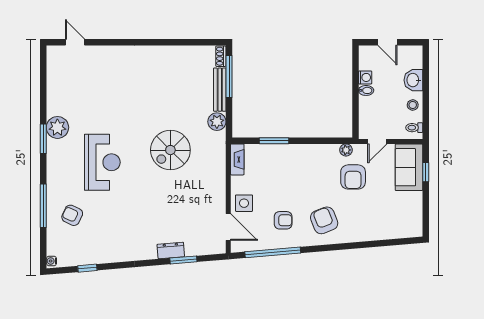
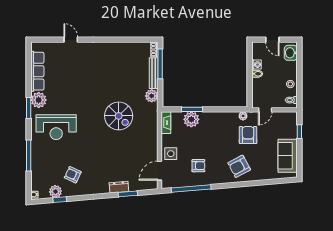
door: (75, 42) -> (71, 40), moved
washbasin: (413, 80) -> (291, 53), moved
row of seats: (56, 87) -> (37, 71), added
spiral stairs: (170, 150) -> (119, 116), turned -90
plant: (273, 155) -> (191, 119), added
reception desk: (102, 162) -> (56, 127), moved, turned 90
sofa: (409, 167) -> (288, 156), moved
armchair: (353, 177) -> (248, 135), turned 180
armchair: (72, 215) -> (73, 175), moved
armchair: (324, 220) -> (239, 166), moved, turned -96
door: (228, 227) -> (160, 171), swing flipped
plant: (81, 257) -> (55, 191), added

